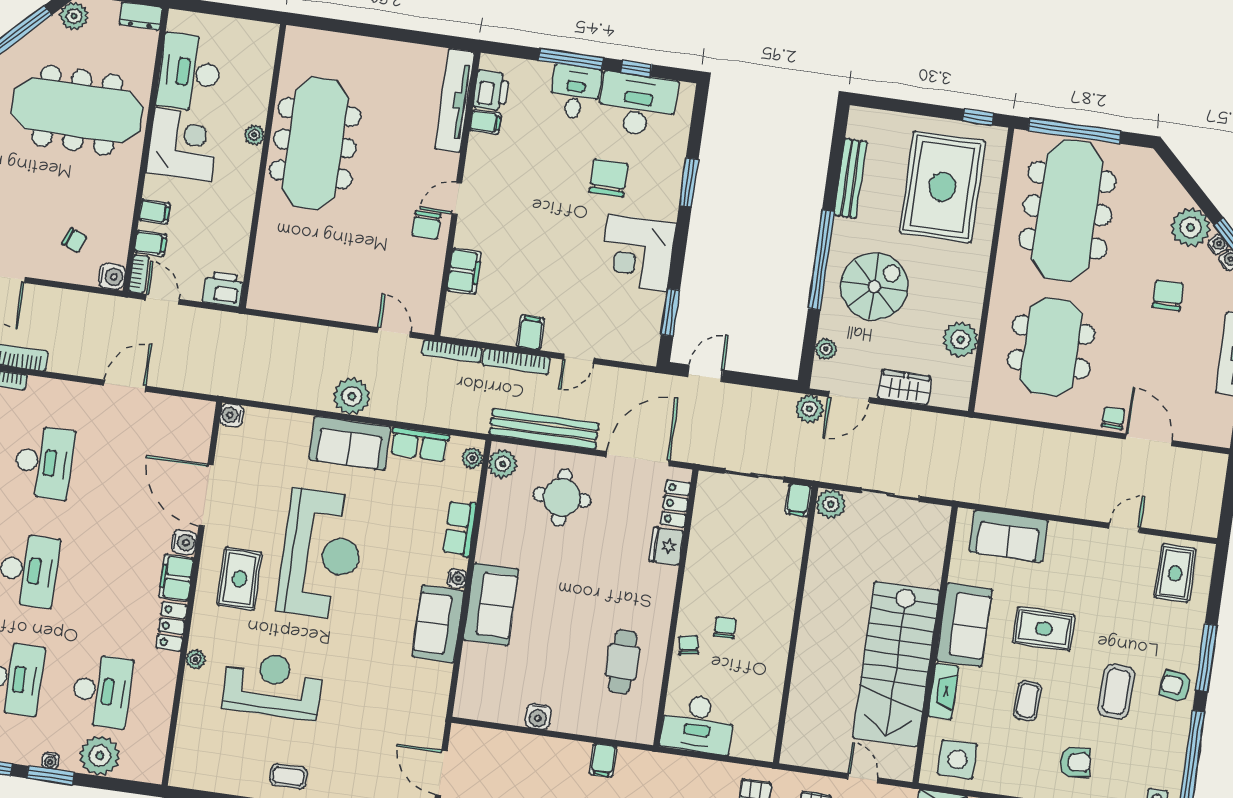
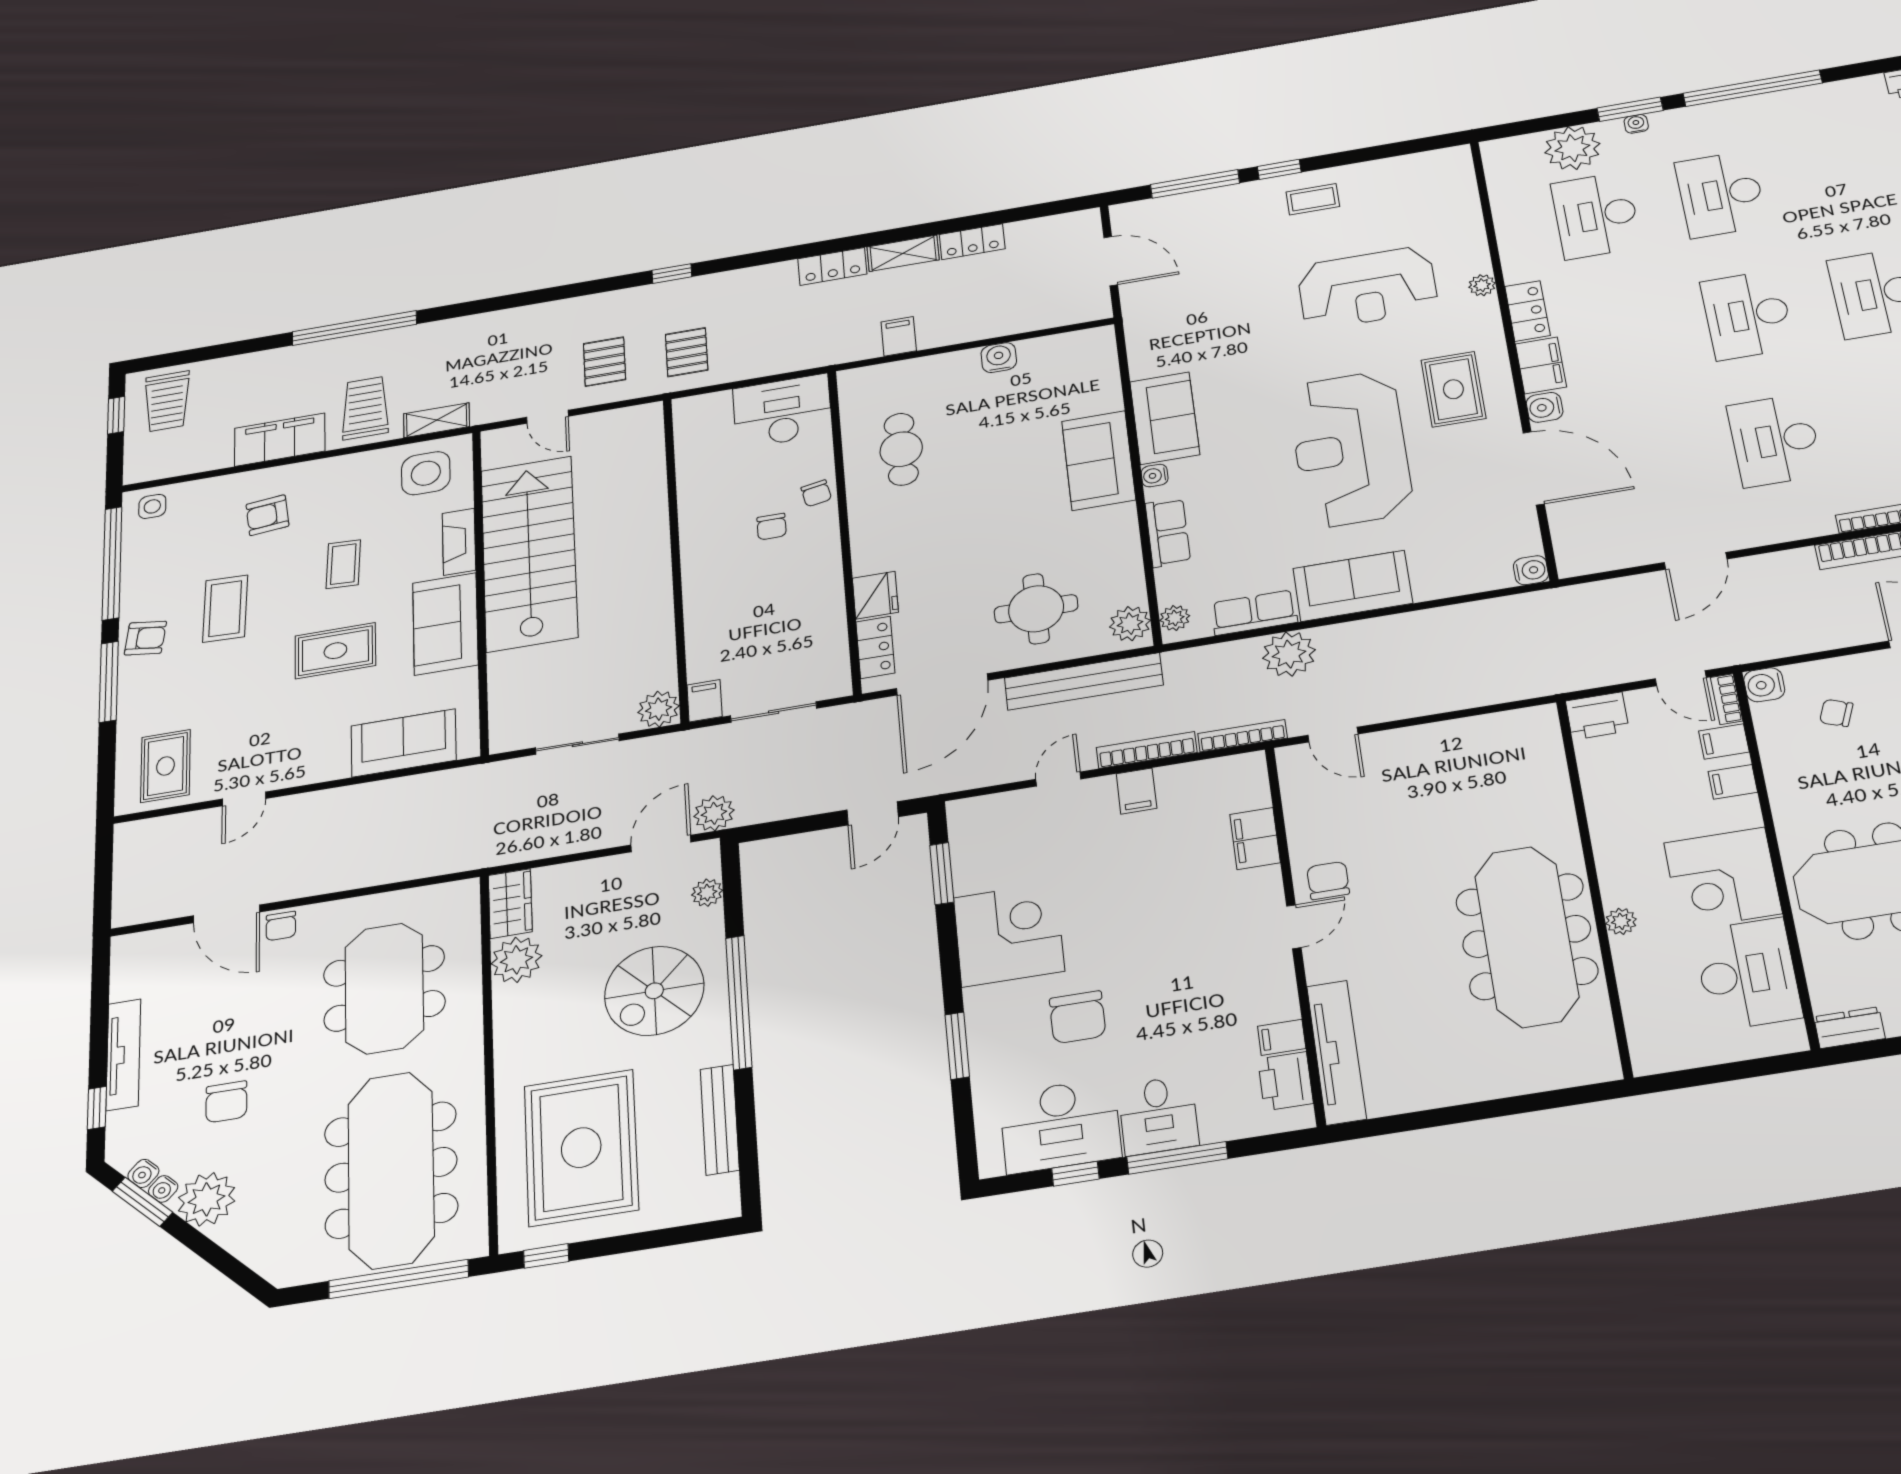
wardrobe: (905, 387) -> (510, 903), moved, turned -90
plant: (352, 396) -> (1289, 654), moved

